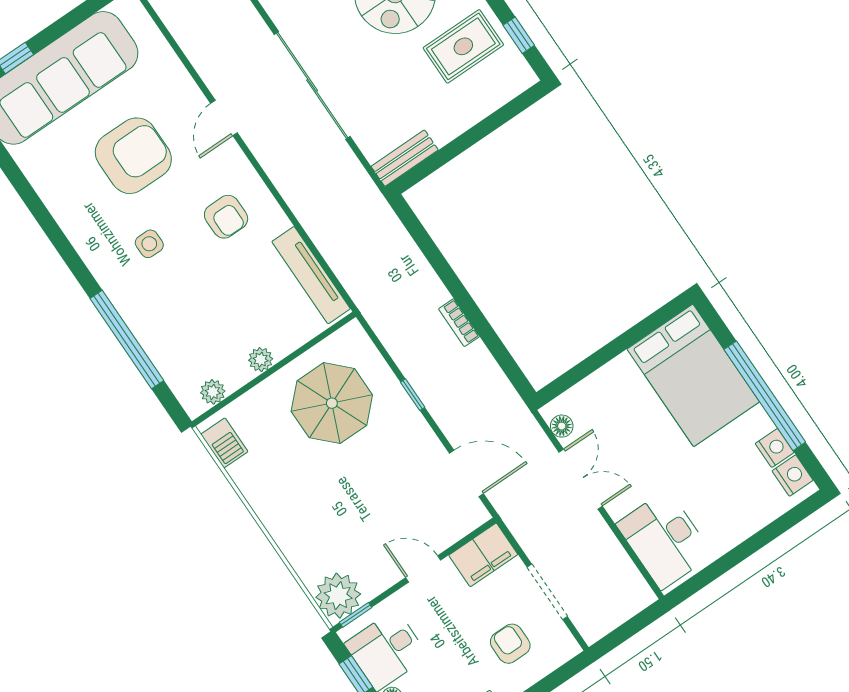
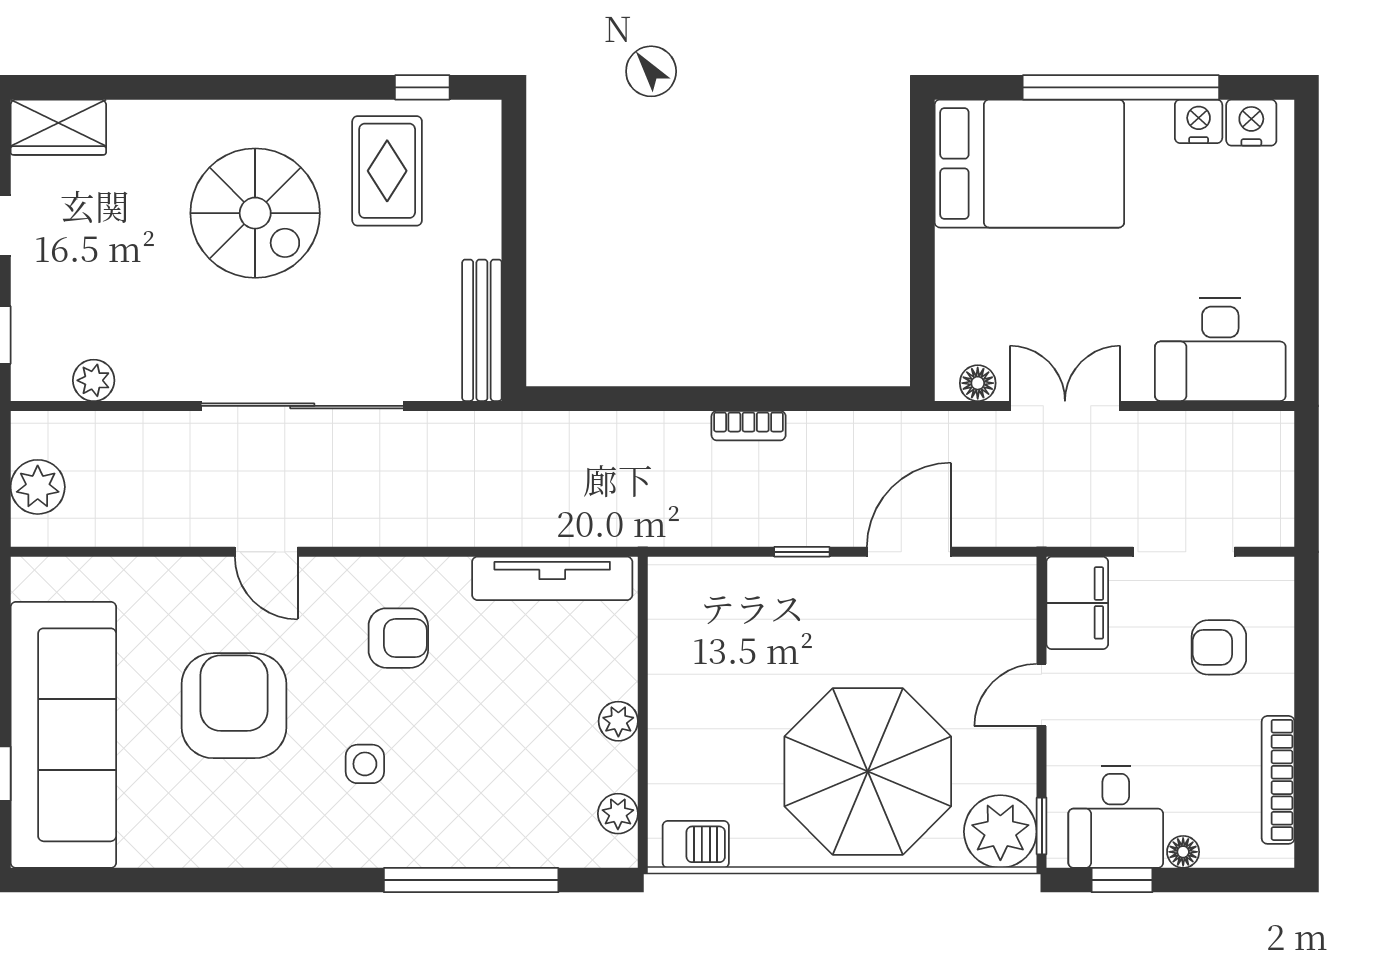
bench: (405, 158) -> (482, 330), width x1.36
parasol: (332, 403) -> (868, 771), moved, width x1.36, depth x1.36
door: (466, 473) -> (909, 552), moved

